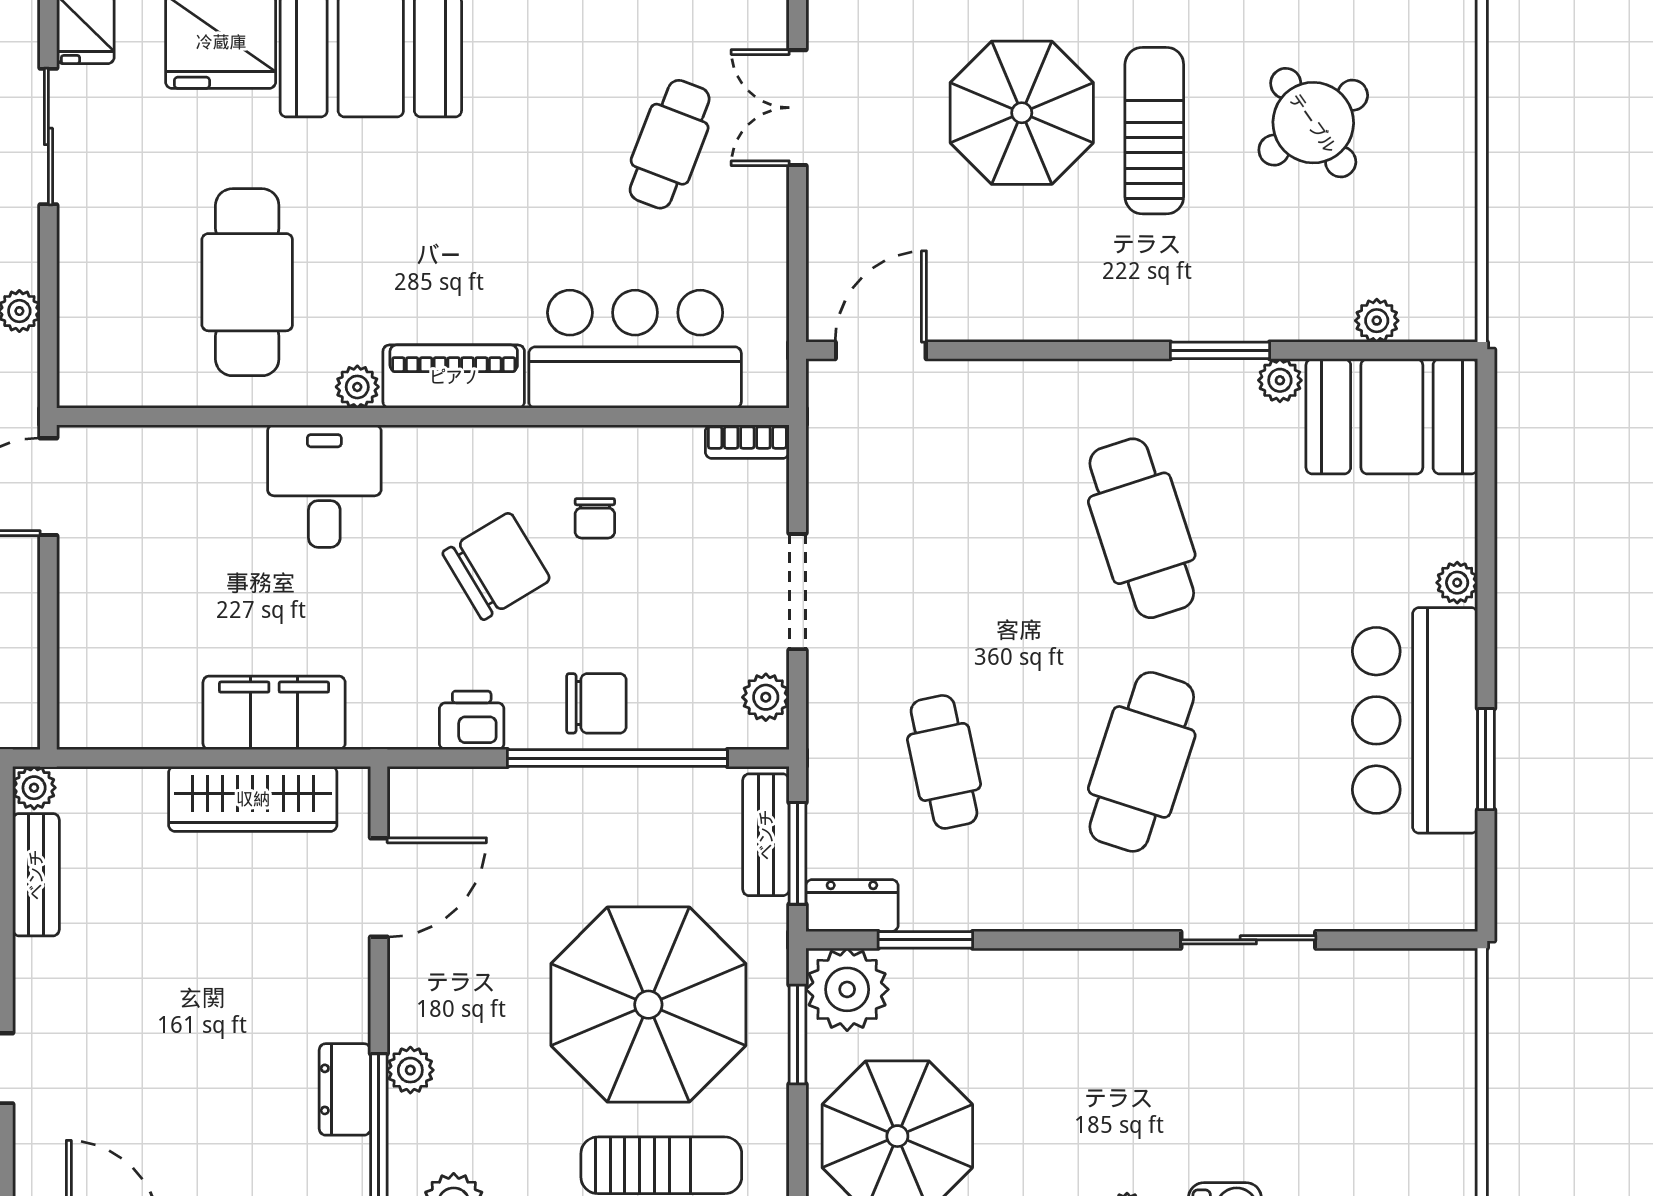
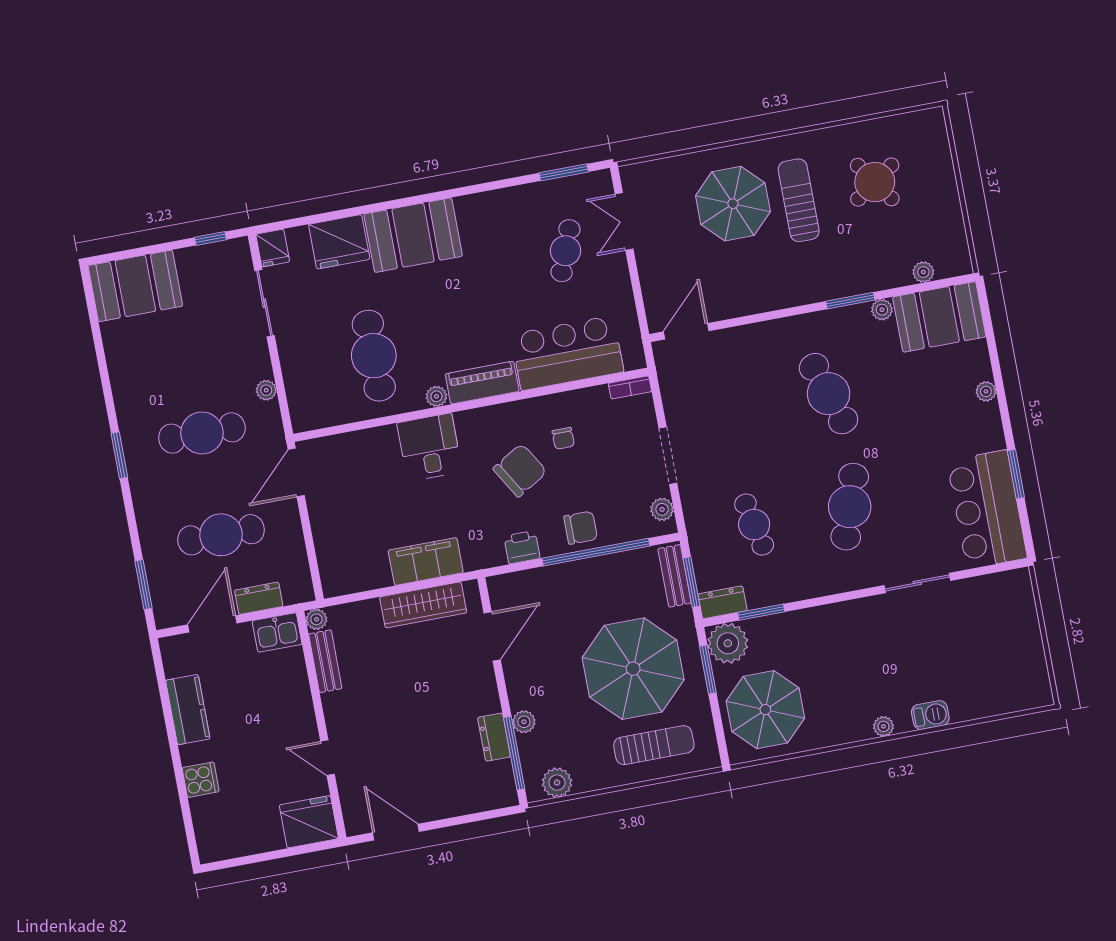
bar counter: (1415, 720) -> (987, 509), moved

